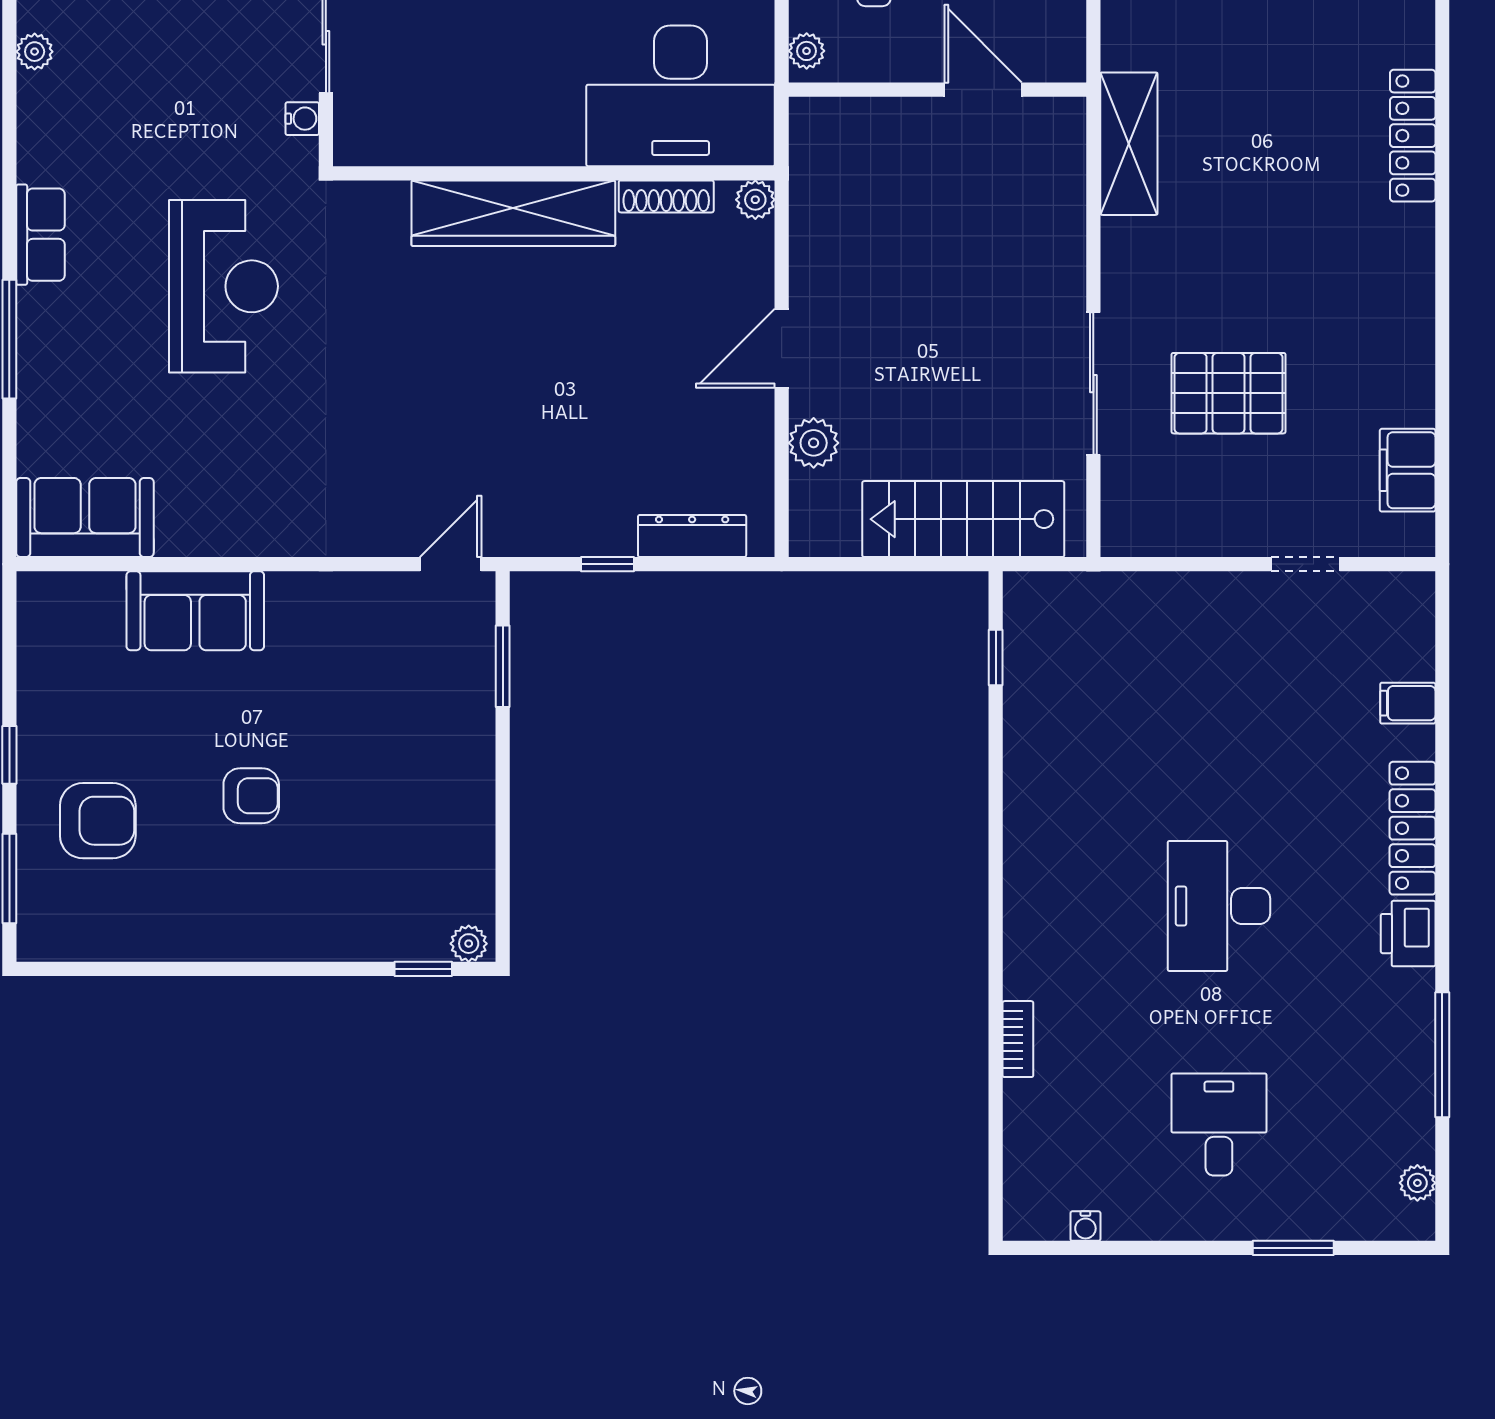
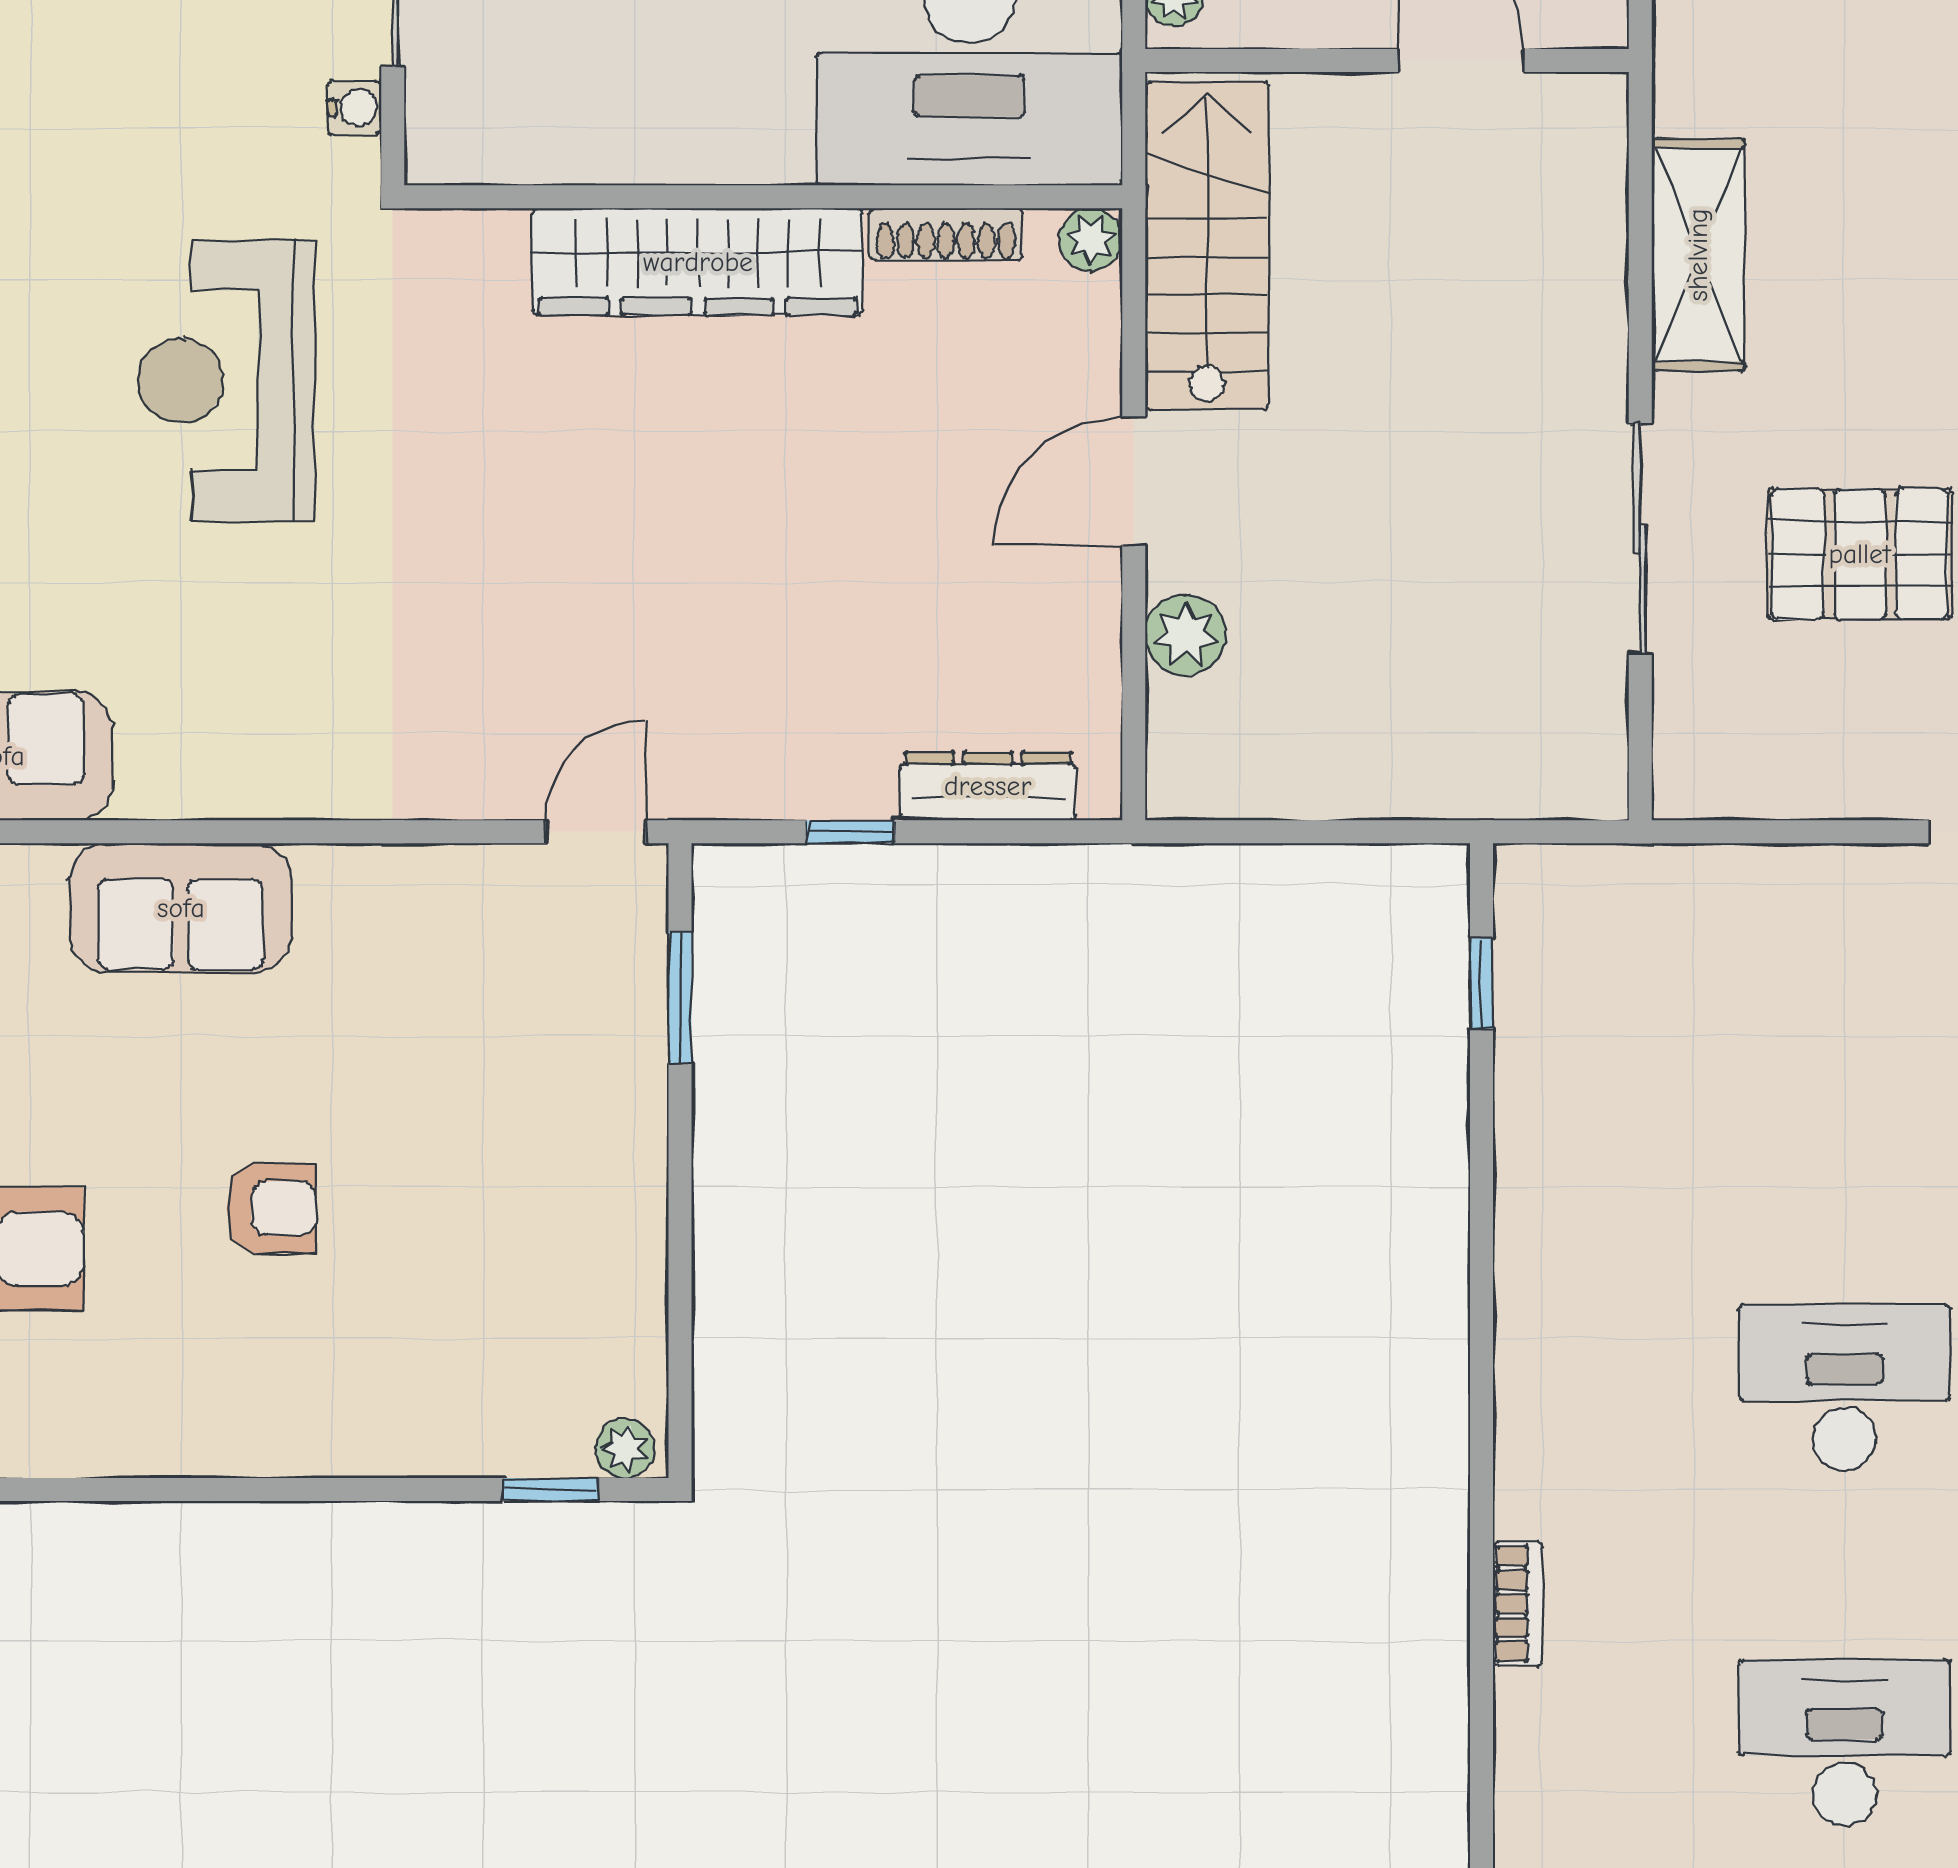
shelving: (1129, 144) -> (1698, 255), moved
reception desk: (223, 286) -> (226, 380), turned 180
stairs: (963, 519) -> (1207, 246), moved, turned 90
desk: (1219, 906) -> (1844, 1387), turned 90
desk: (1219, 1124) -> (1844, 1743), width x1.37

